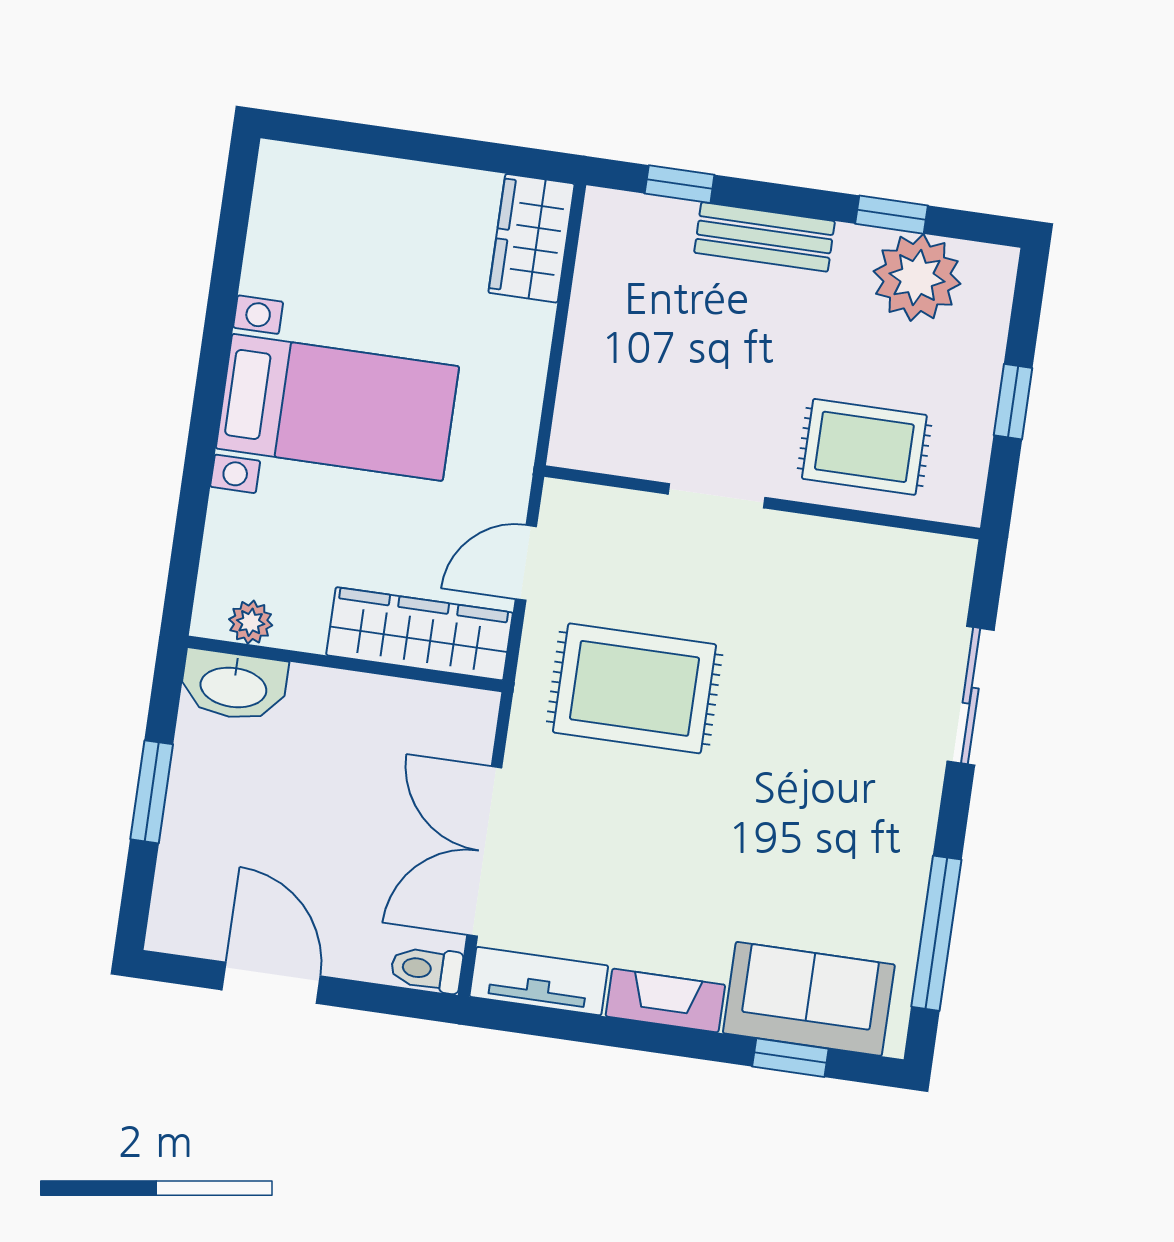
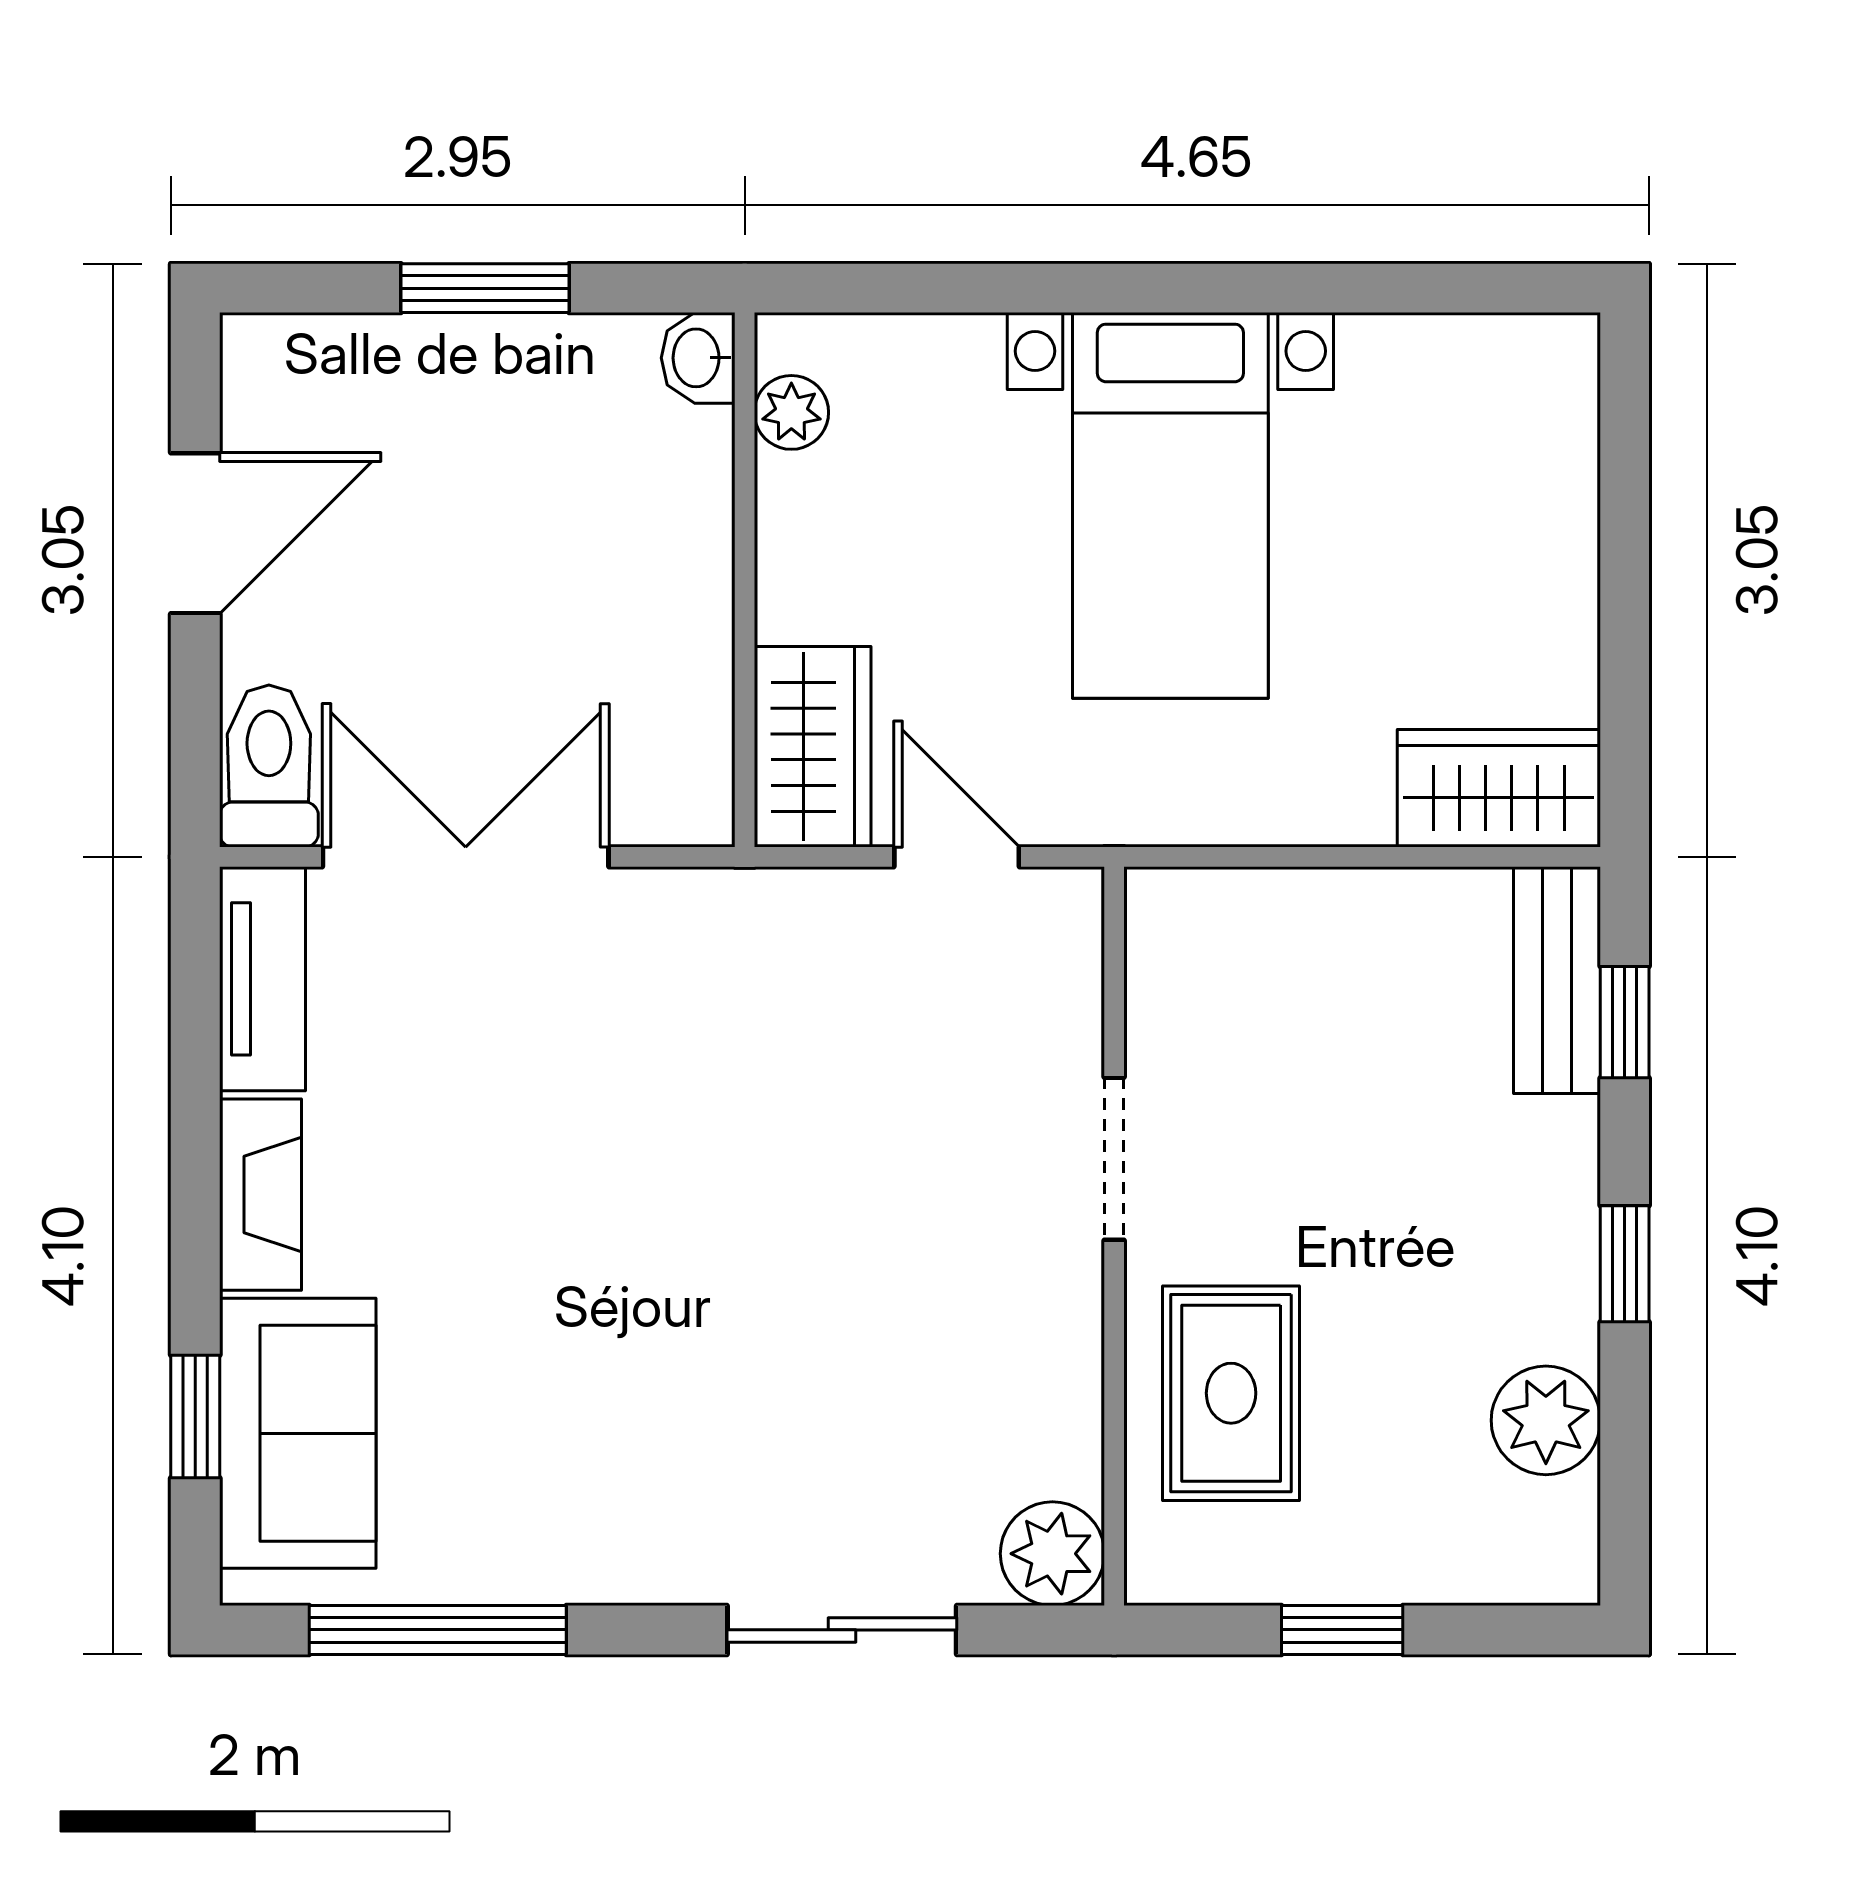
window: (892, 215) -> (1625, 1264), moved
bench: (764, 237) -> (1557, 980), moved
plant: (917, 277) -> (1546, 1420), width x0.73, depth x0.73
plant: (944, 565) -> (1052, 1554), added
wardrobe: (419, 634) -> (813, 747), width x0.67
washbasin: (234, 686) -> (698, 358), width x0.52, depth x0.69
rug: (635, 688) -> (773, 1068), removed
toilet: (426, 969) -> (269, 766), width x1.37, depth x1.39

